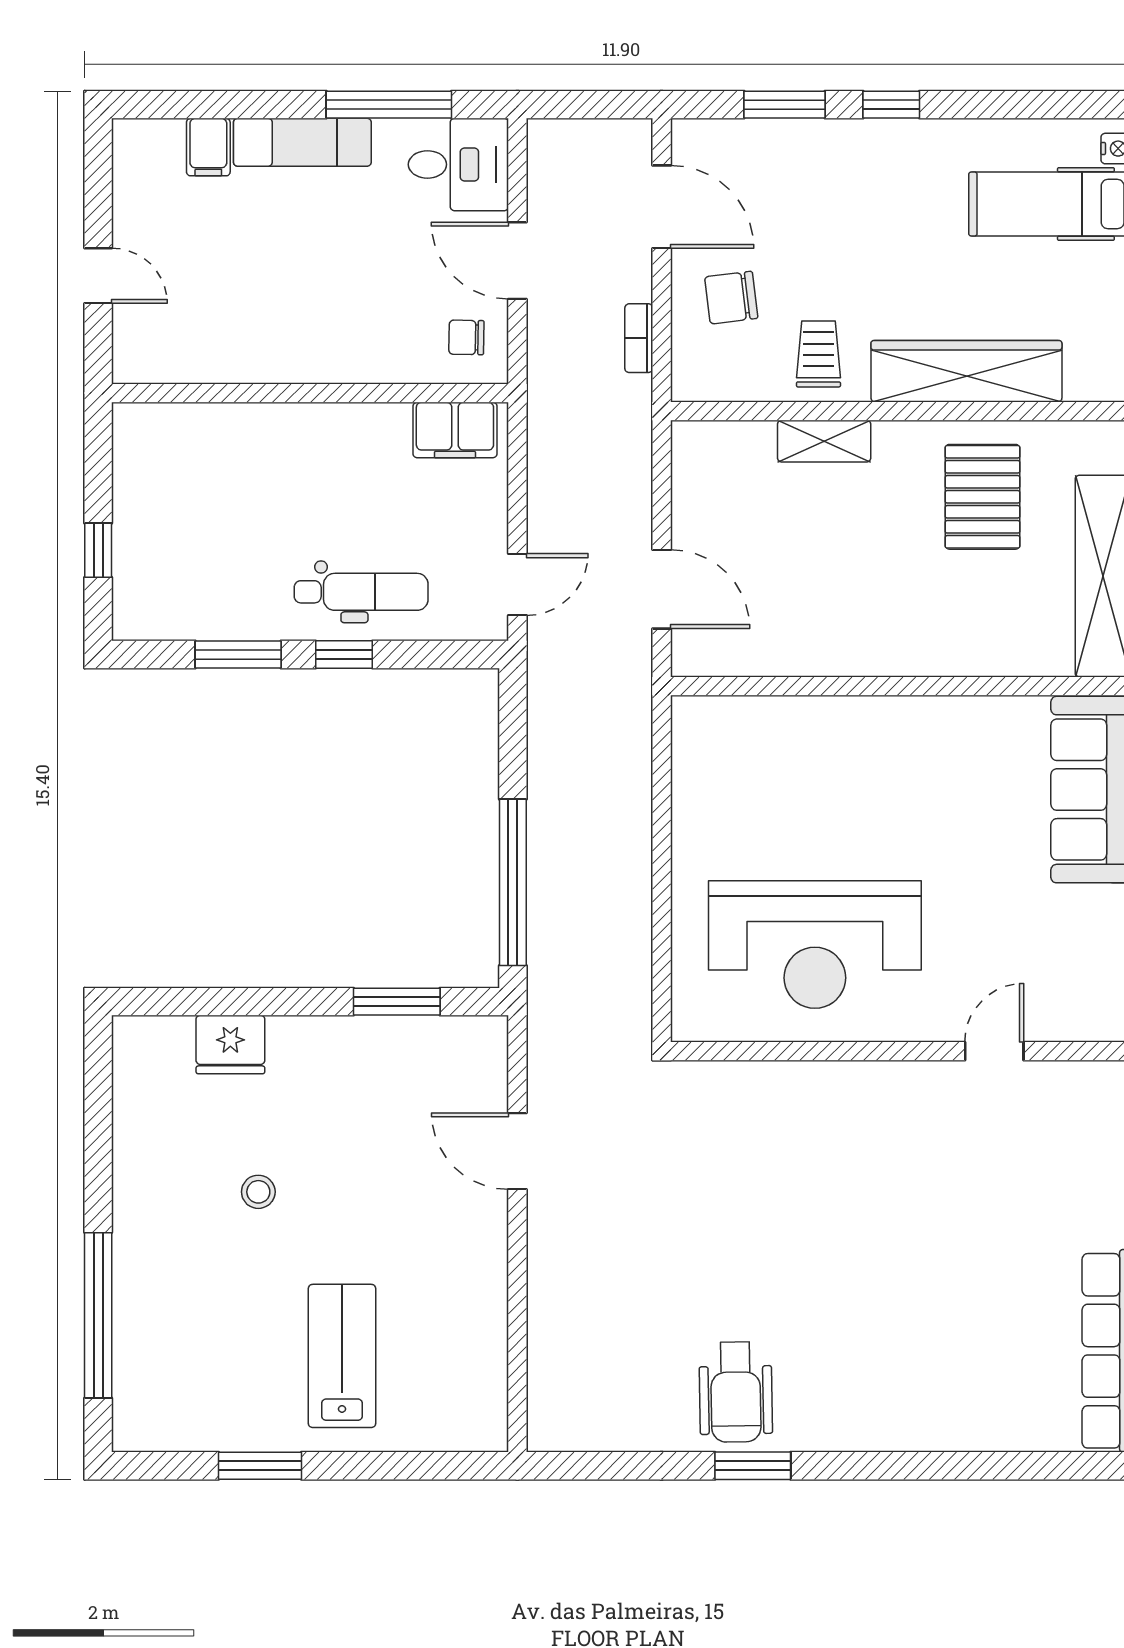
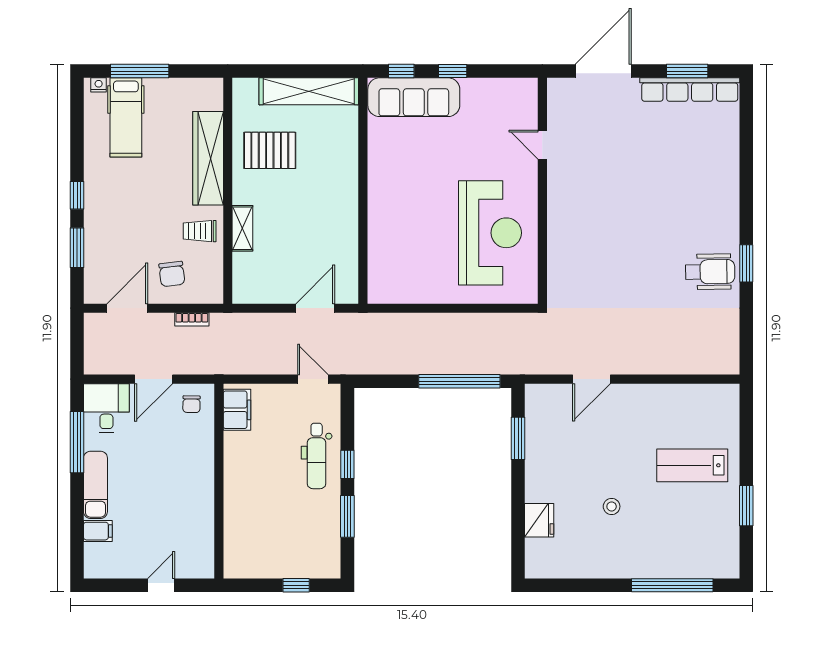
dental chair: (361, 592) -> (317, 456), turned 180

